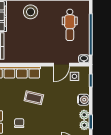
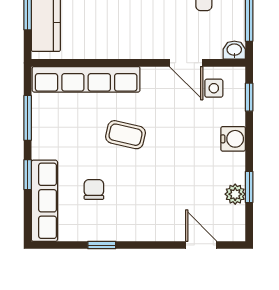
door: (62, 65) -> (186, 63), hinge flipped
plant: (84, 115) -> (235, 171), removed

